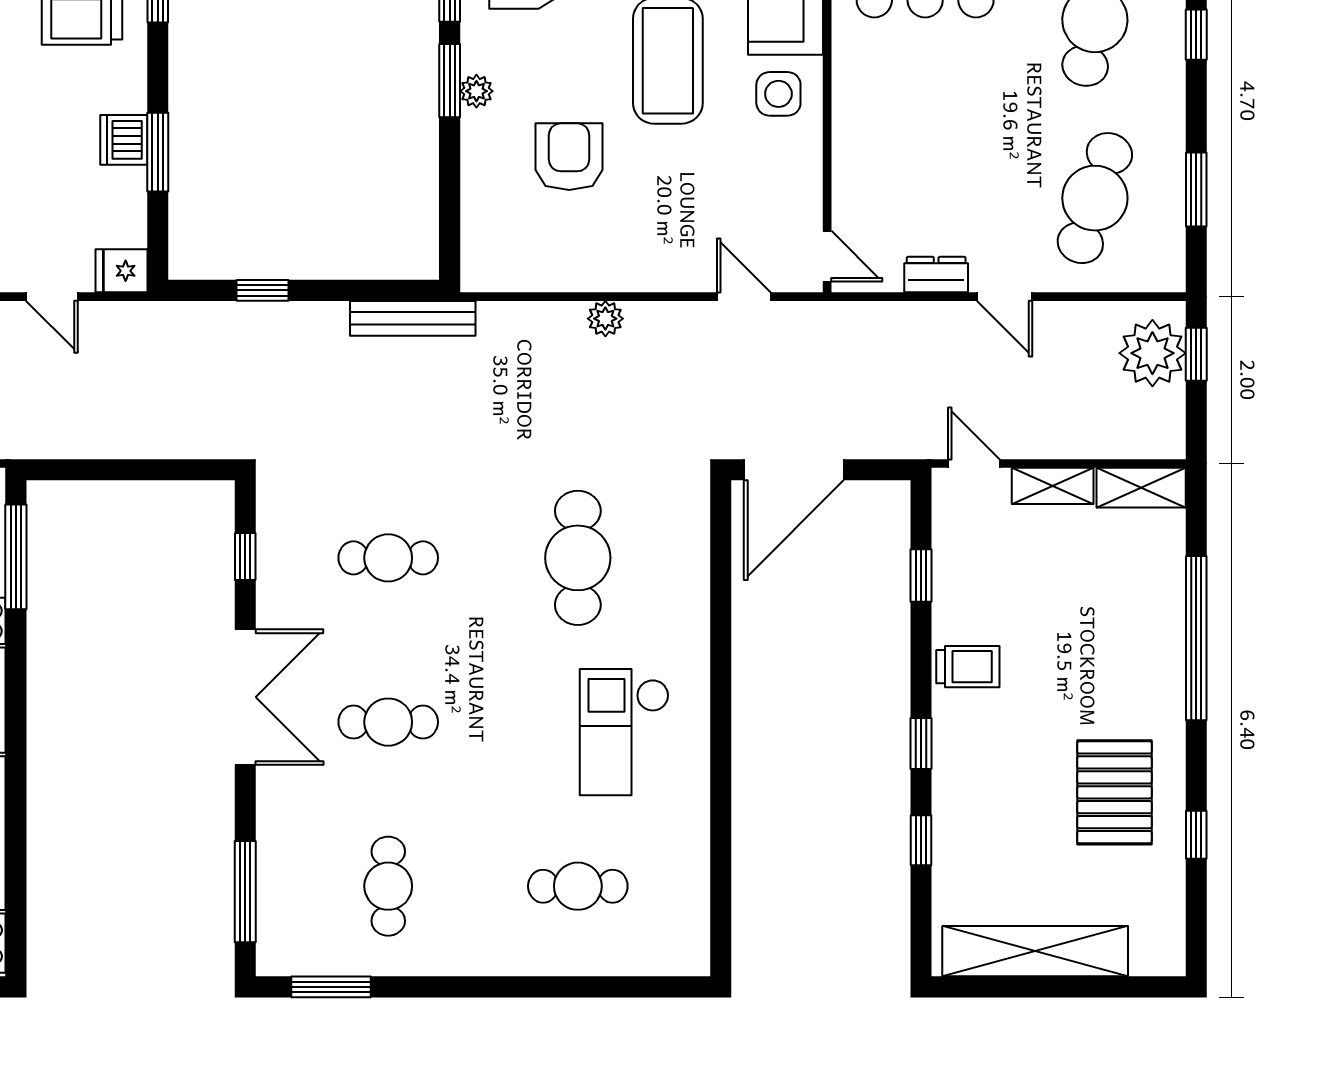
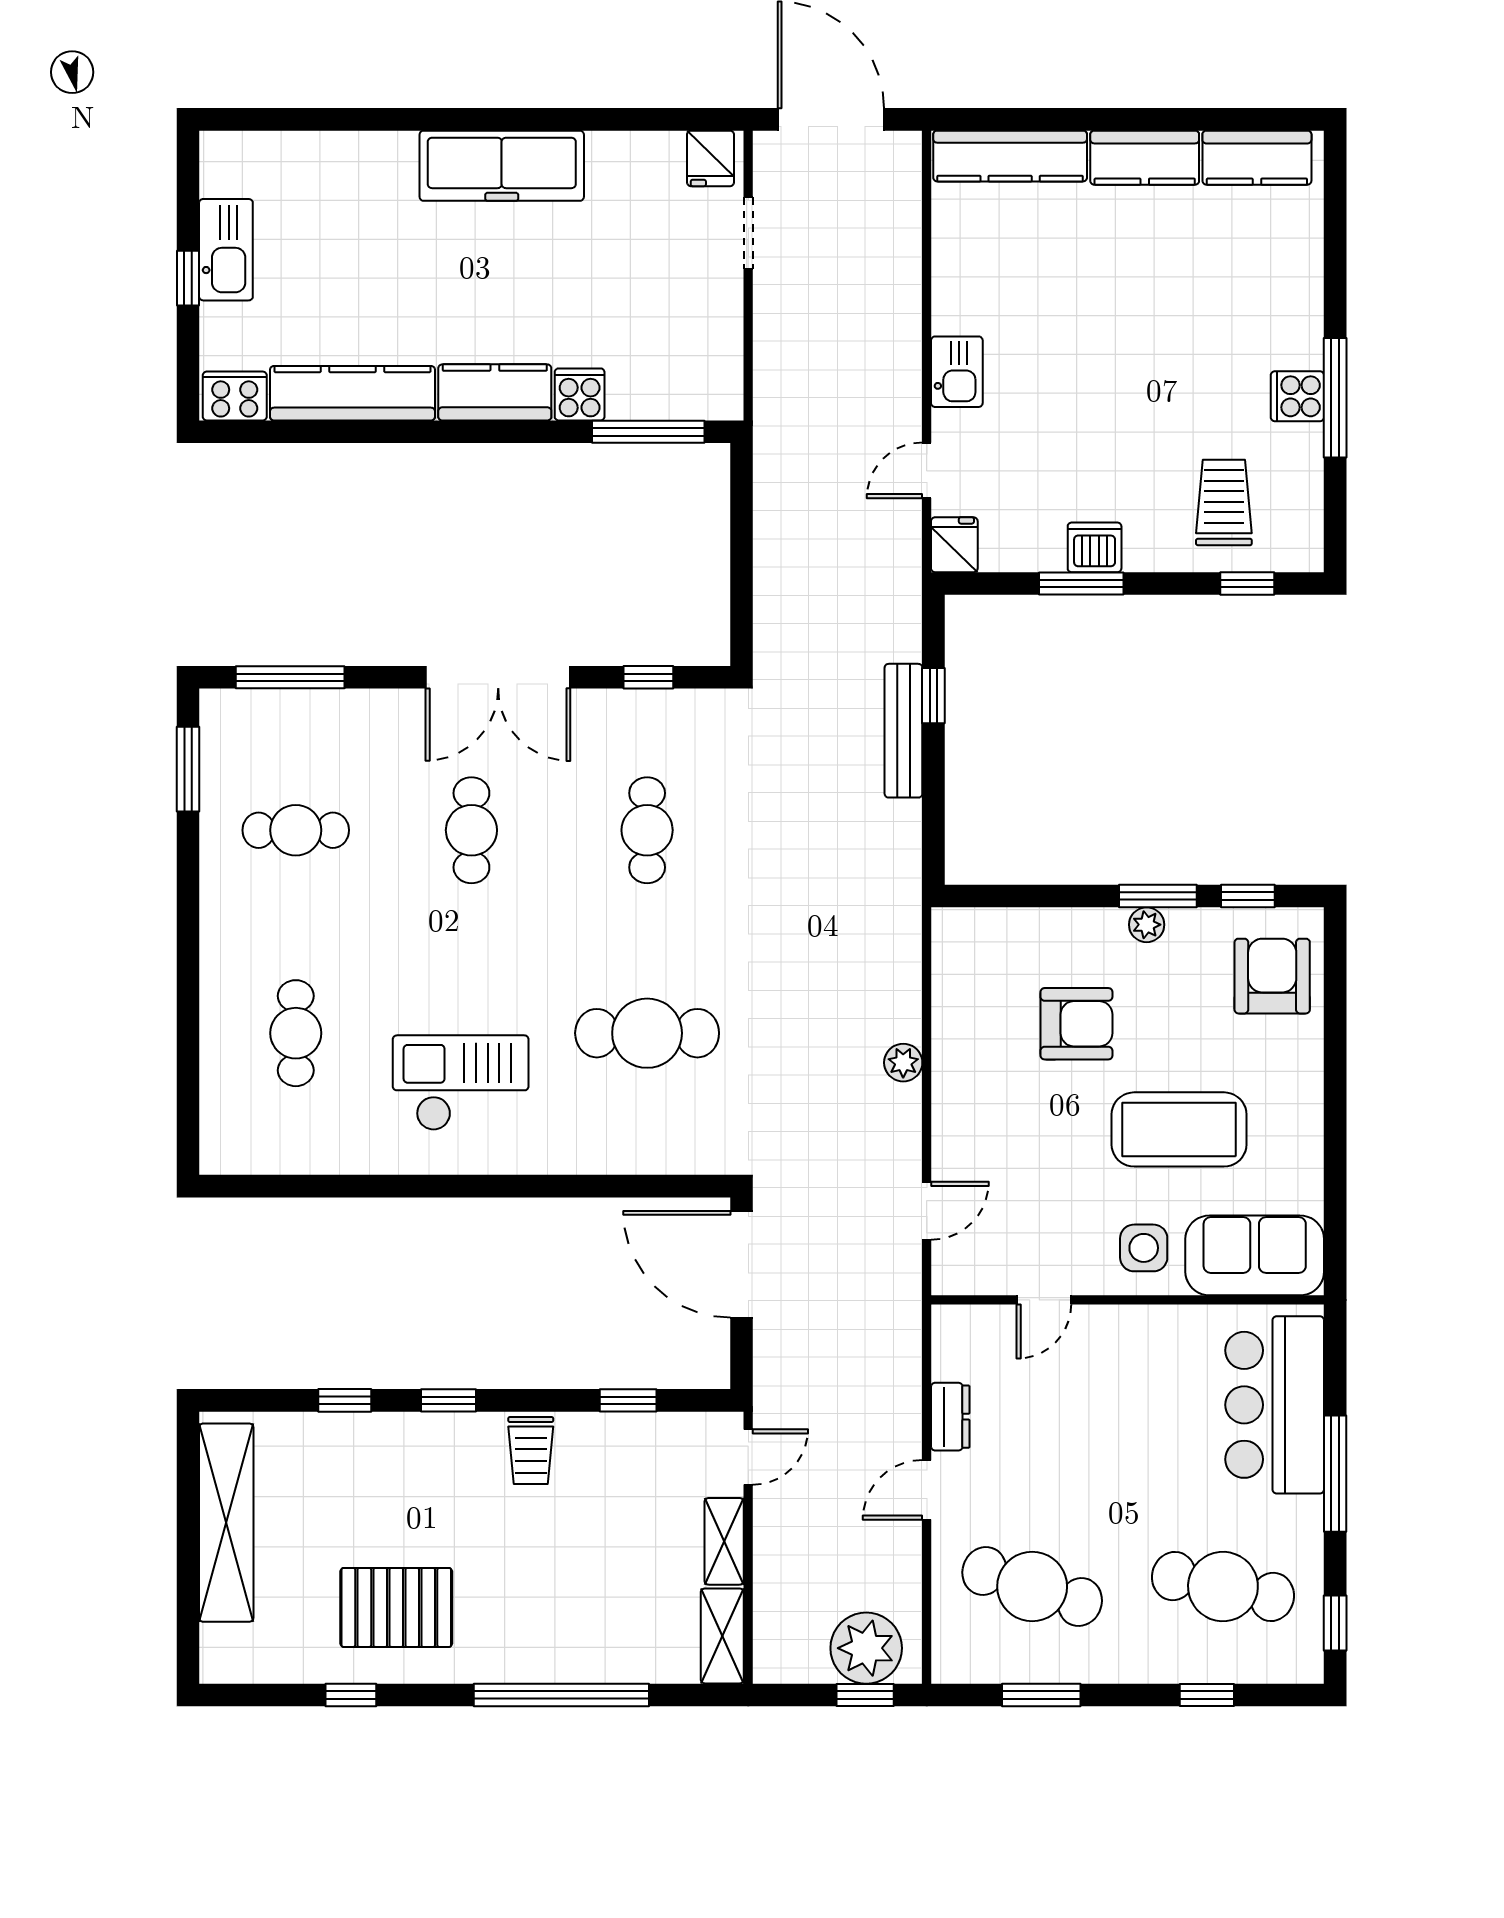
door: (827, 256) -> (1044, 1300), moved
bench: (413, 318) -> (903, 731), moved

